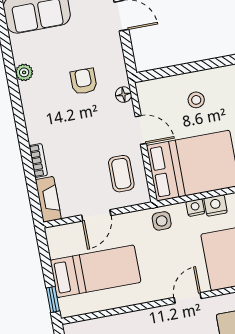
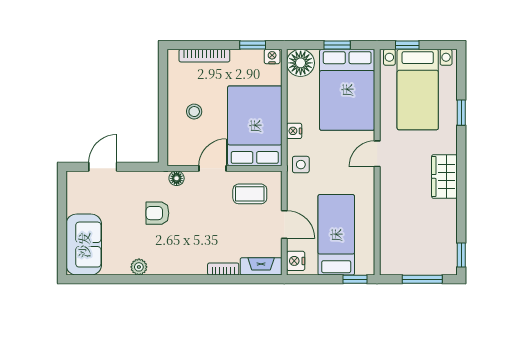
nightstand: (216, 205) -> (296, 261), moved
door: (188, 298) -> (377, 154), hinge flipped

